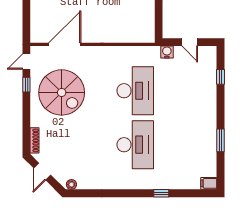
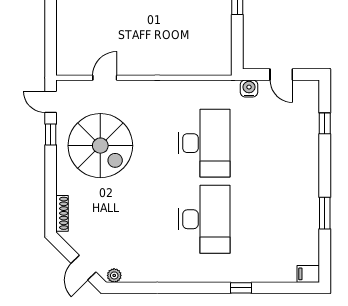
door: (65, 44) -> (105, 78), width x0.53
door: (26, 62) -> (51, 102), hinge flipped
door: (42, 171) -> (84, 268), moved

